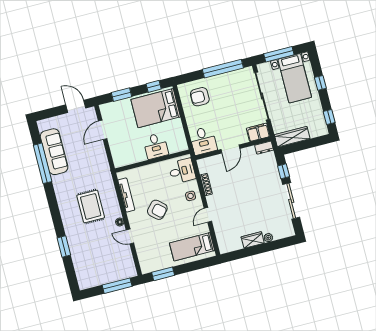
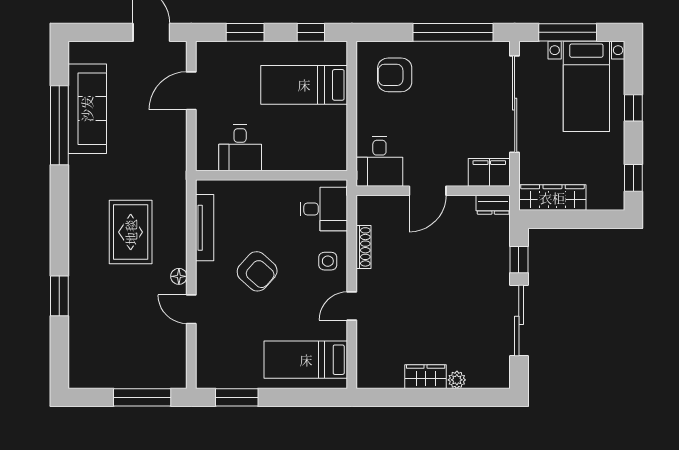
bed: (156, 108) -> (304, 85), width x0.67
desk: (156, 146) -> (240, 148), moved

